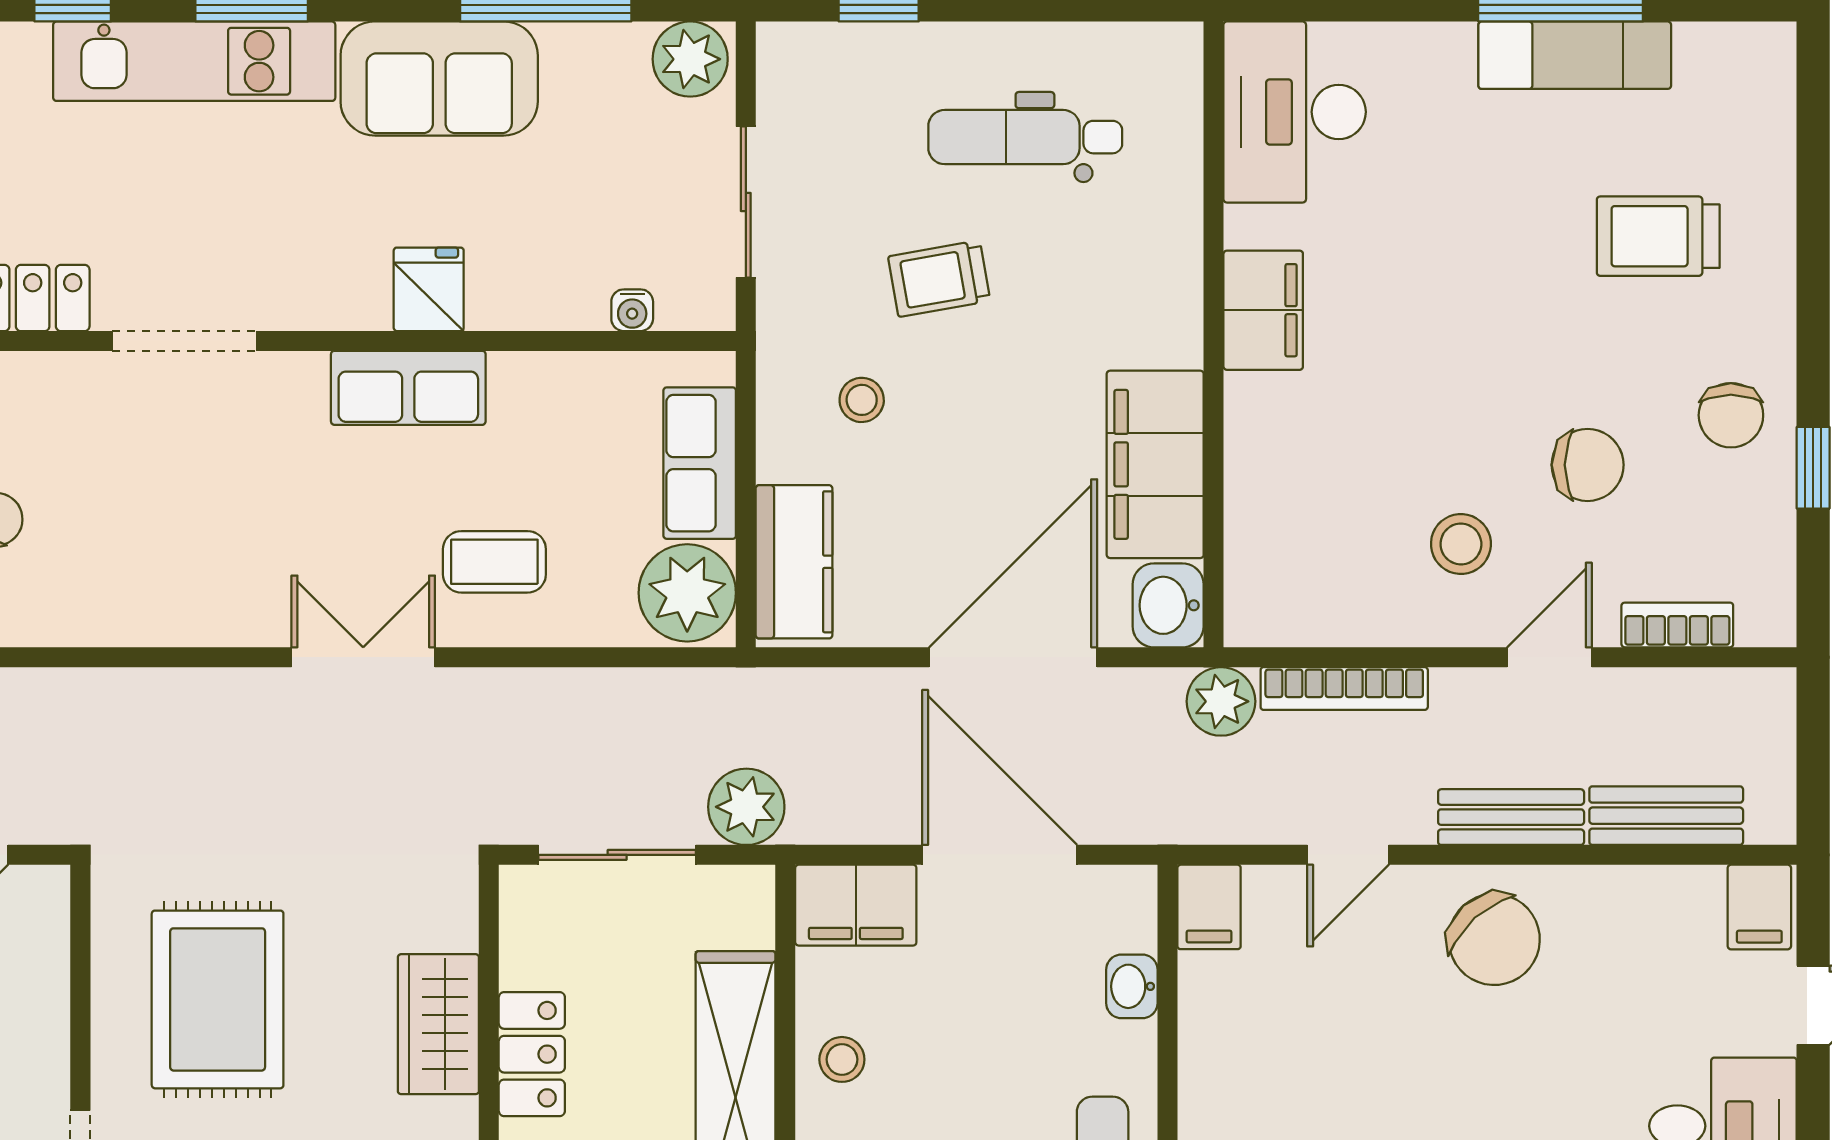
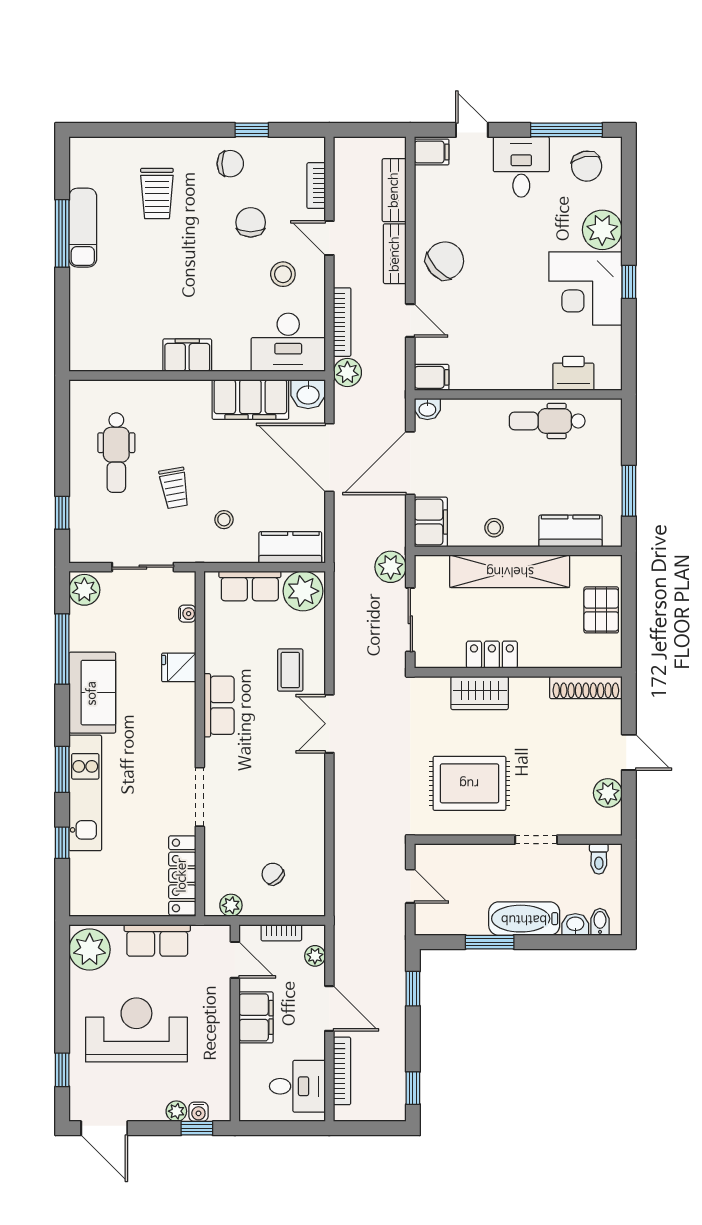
desk: (1295, 112) -> (288, 342), moved
fridge: (429, 289) -> (179, 667), moved
washbasin: (1132, 986) -> (427, 409), moved

